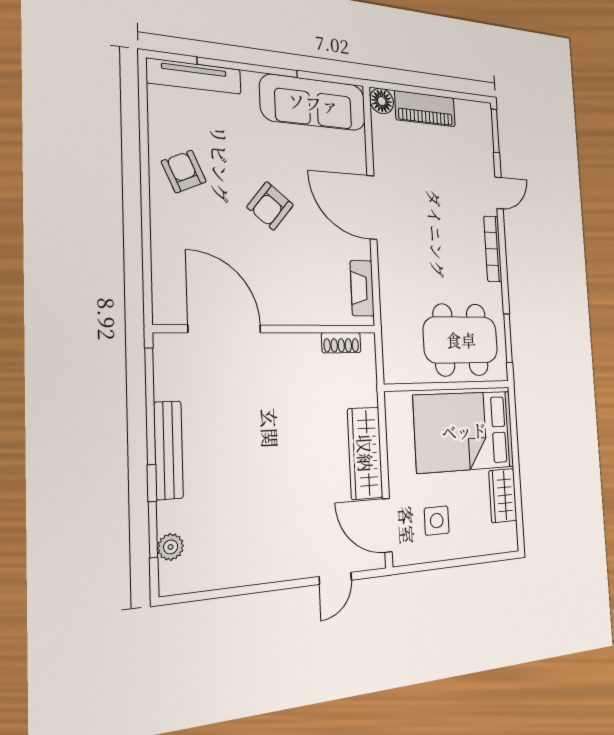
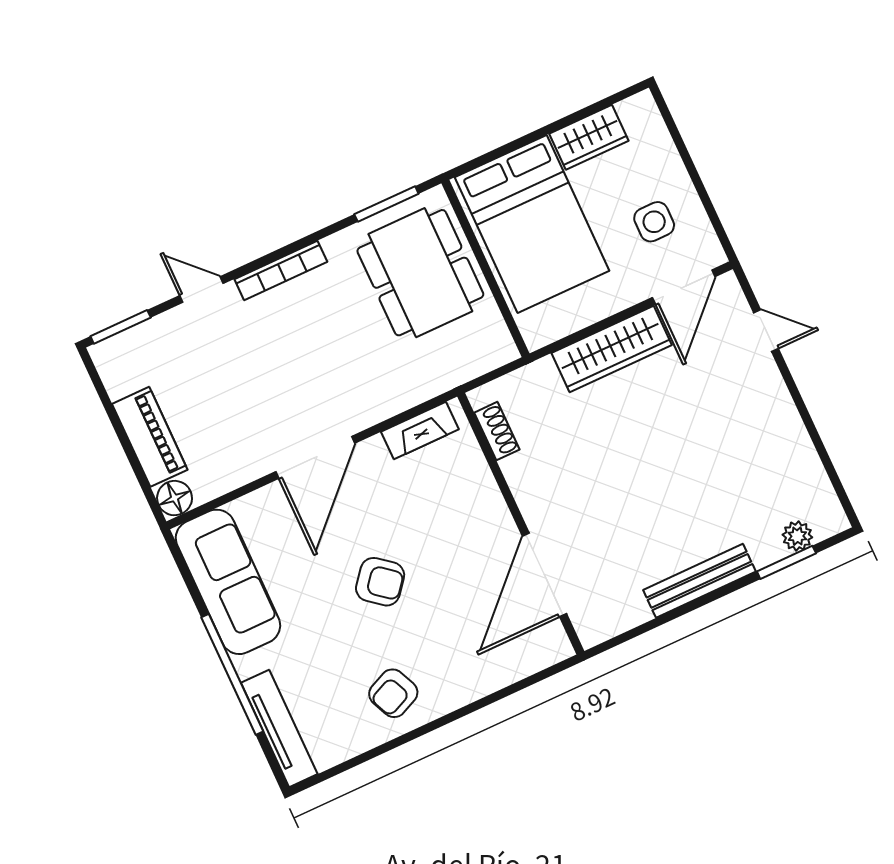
window: (150, 406) -> (662, 620), removed

